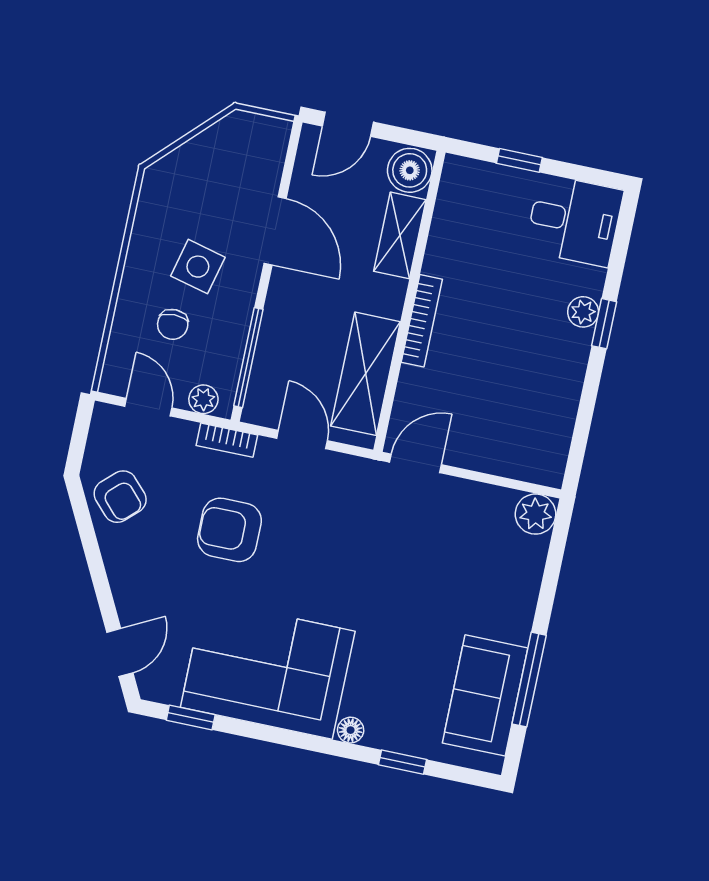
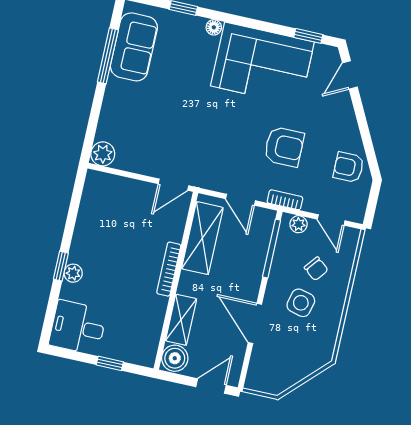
chair: (173, 324) -> (316, 269), turned 129
armchair: (120, 497) -> (349, 167), turned -47

